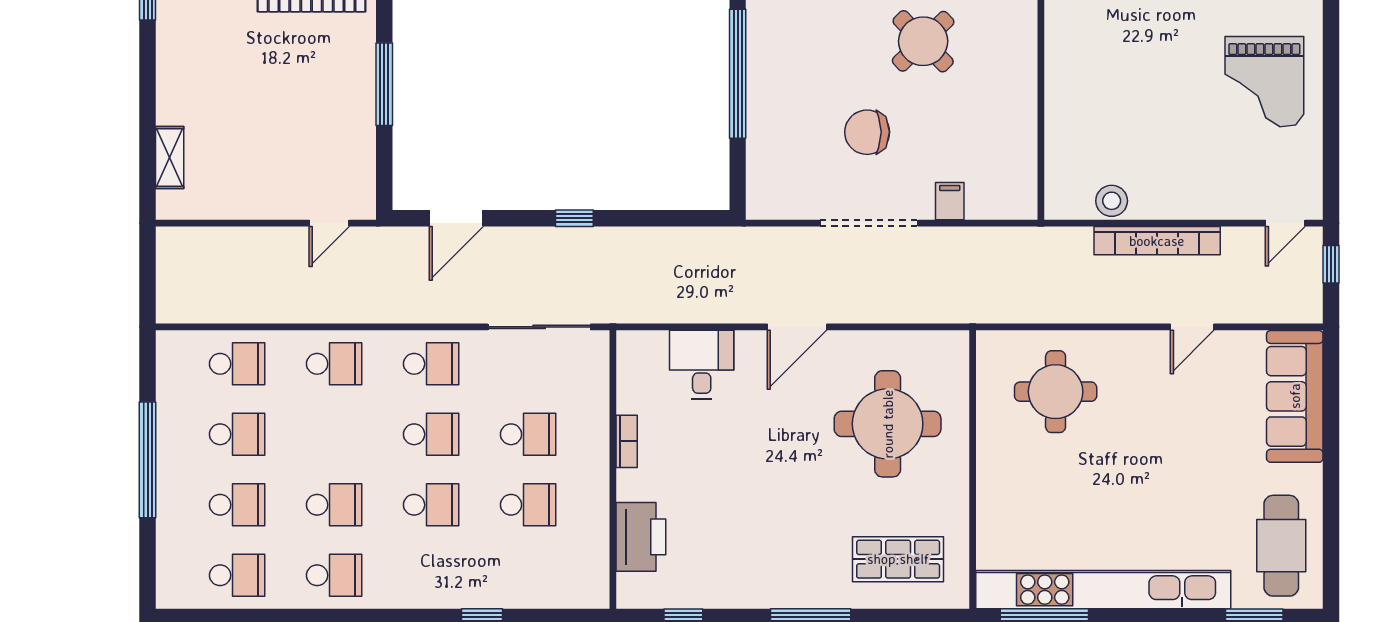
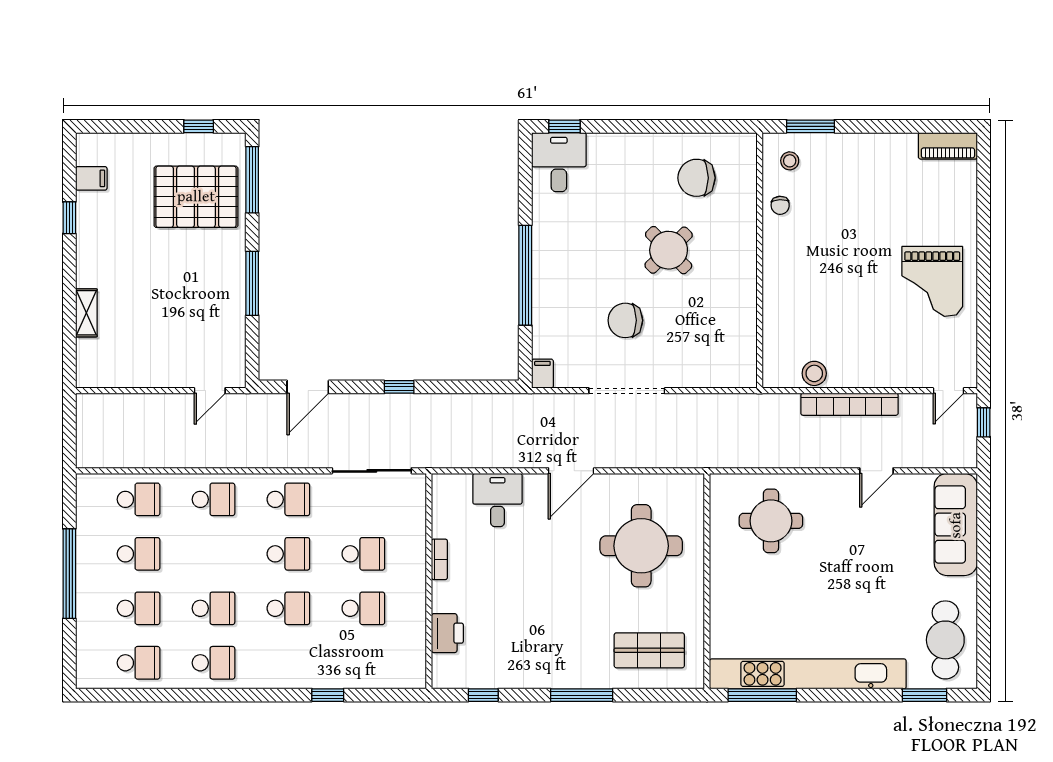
shelving: (170, 158) -> (86, 313), moved
filing cabinet: (950, 201) -> (542, 374), moved
printer: (641, 537) -> (447, 633), width x0.73, depth x0.84

